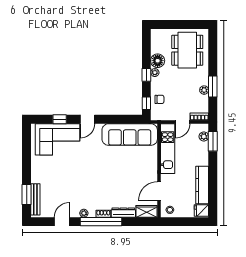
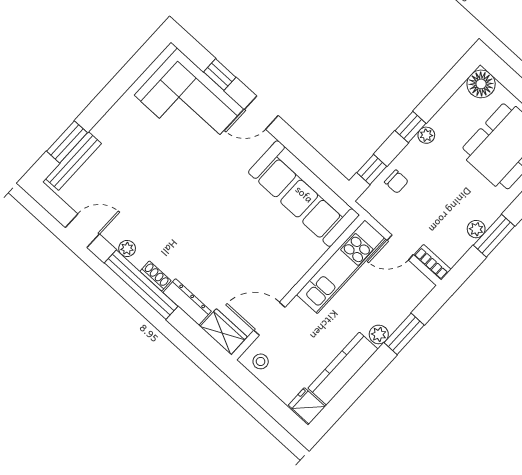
floor lamp: (158, 61) -> (481, 84), moved
plant: (204, 136) -> (379, 334), moved
window: (213, 141) -> (404, 334), moved

